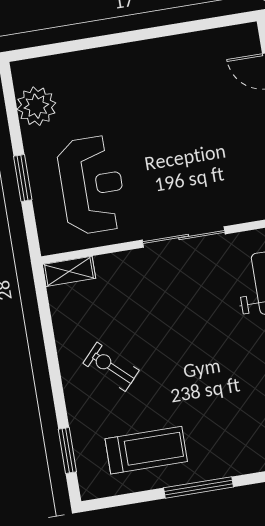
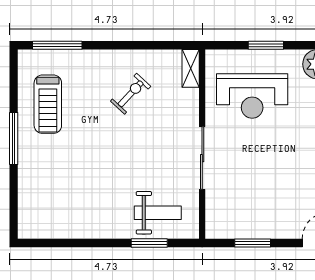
exercise bike: (111, 367) -> (131, 94), moved
window: (67, 450) -> (57, 45), width x1.44

